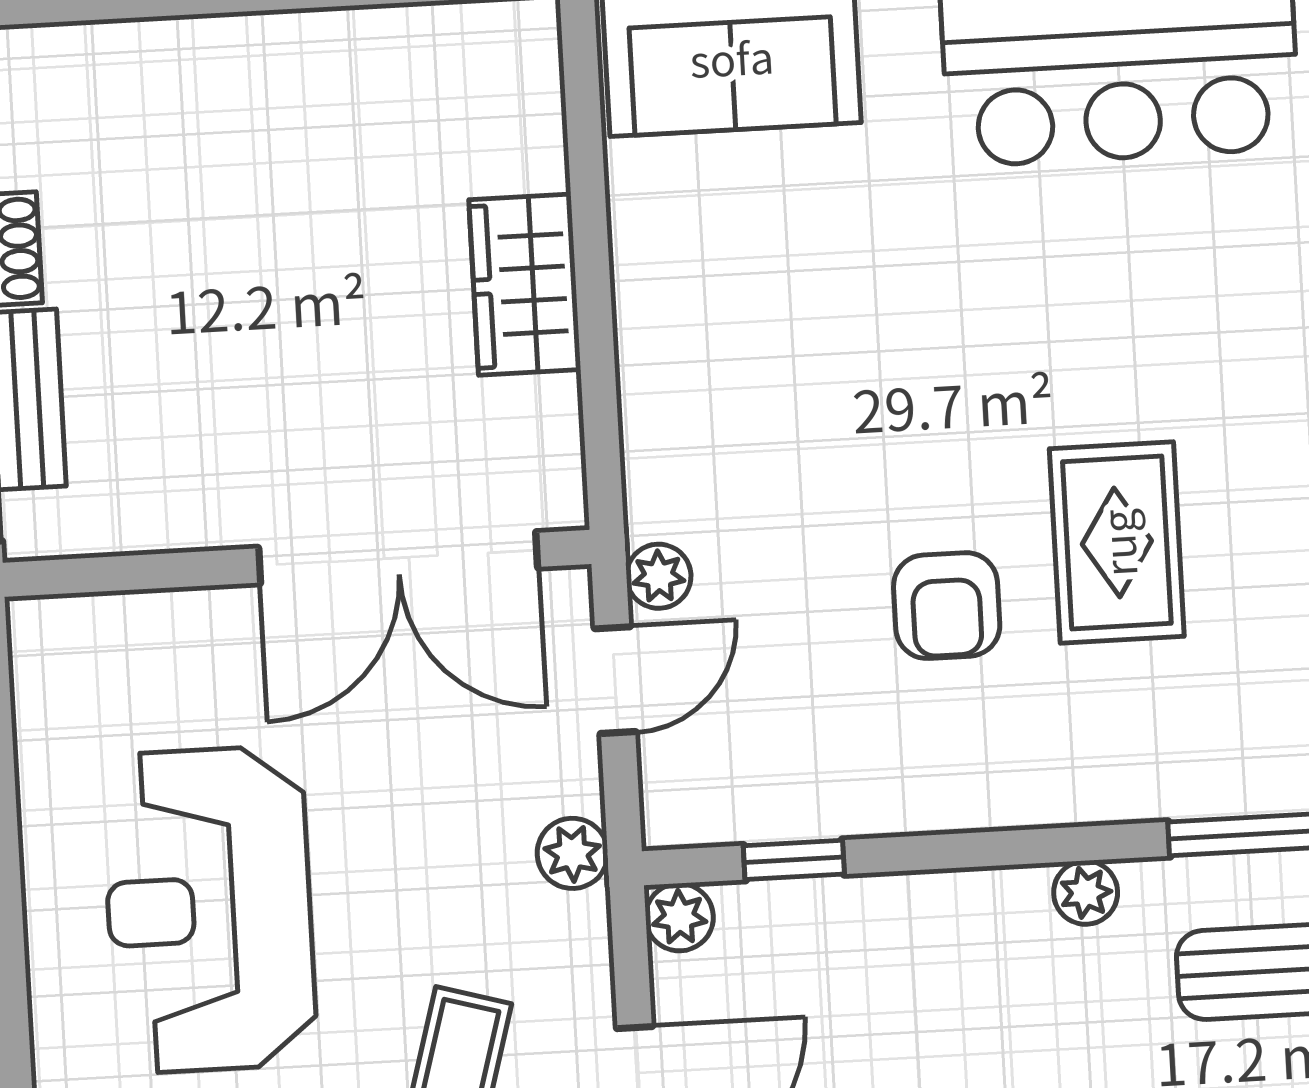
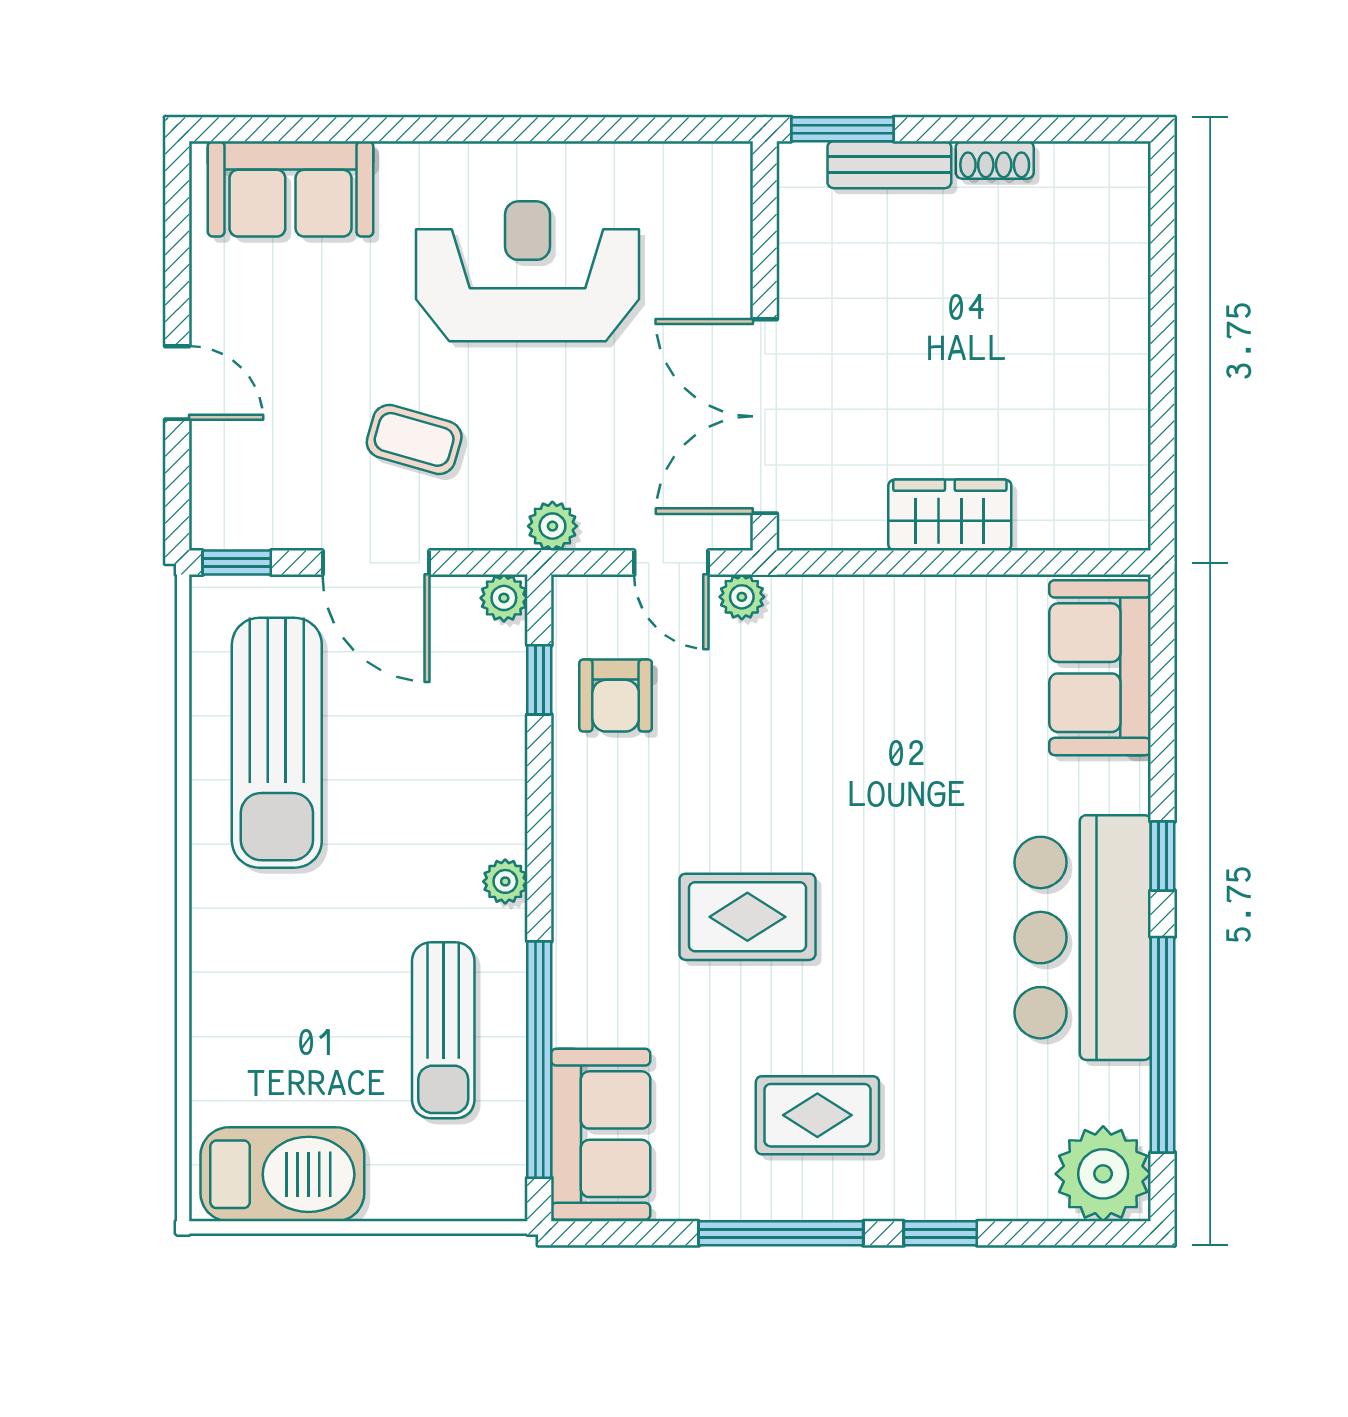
armchair: (947, 606) -> (616, 696), moved, turned -90

